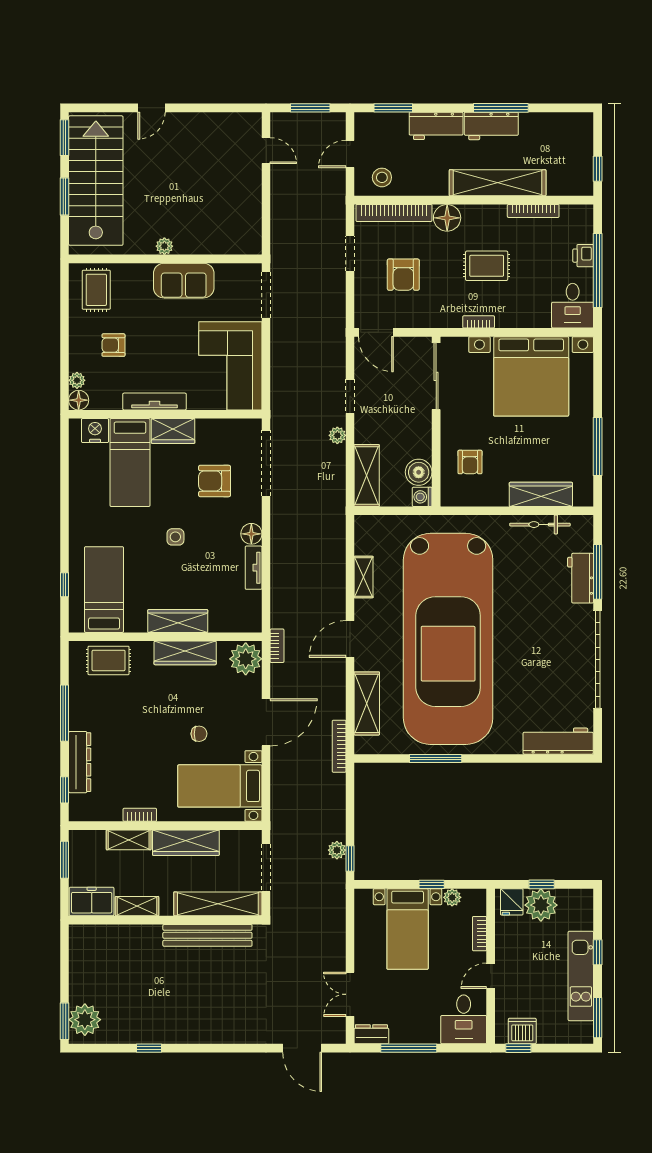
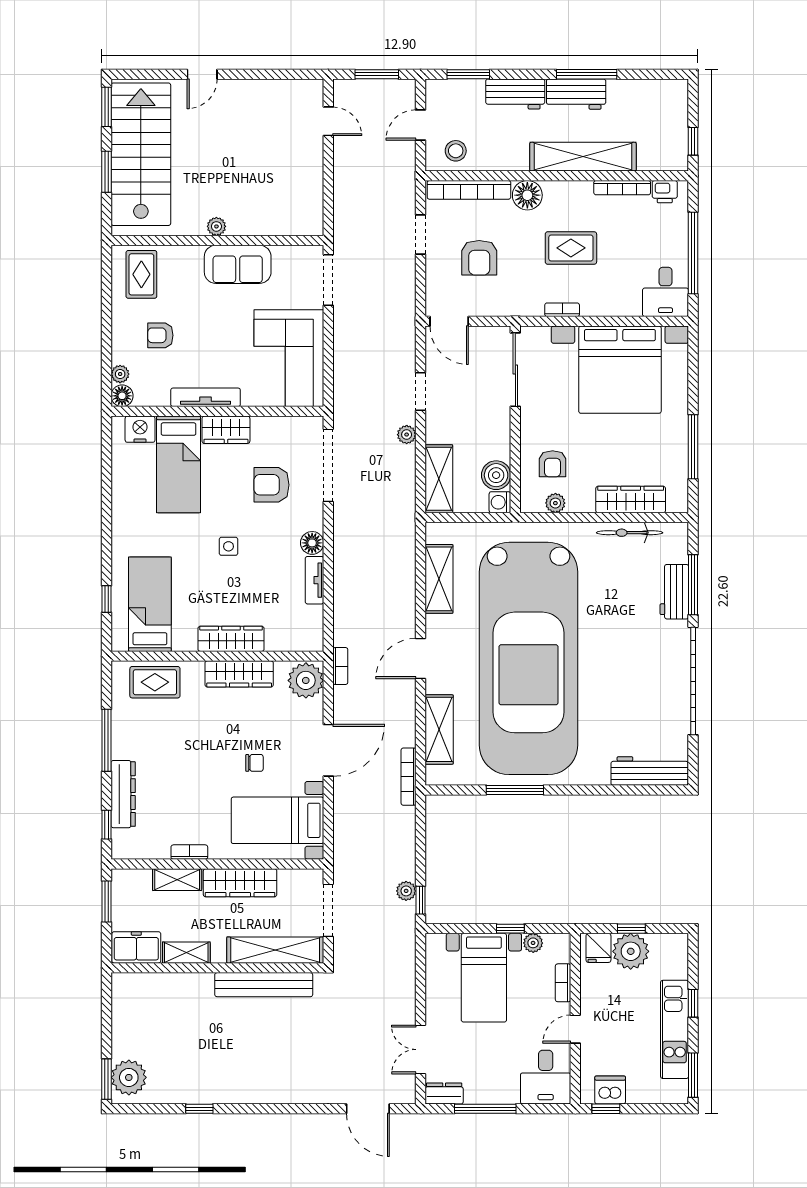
printer: (583, 256) -> (665, 192), moved, turned -90
plant: (473, 498) -> (555, 503), added
shelving: (364, 577) -> (439, 579), width x1.50, depth x1.33

